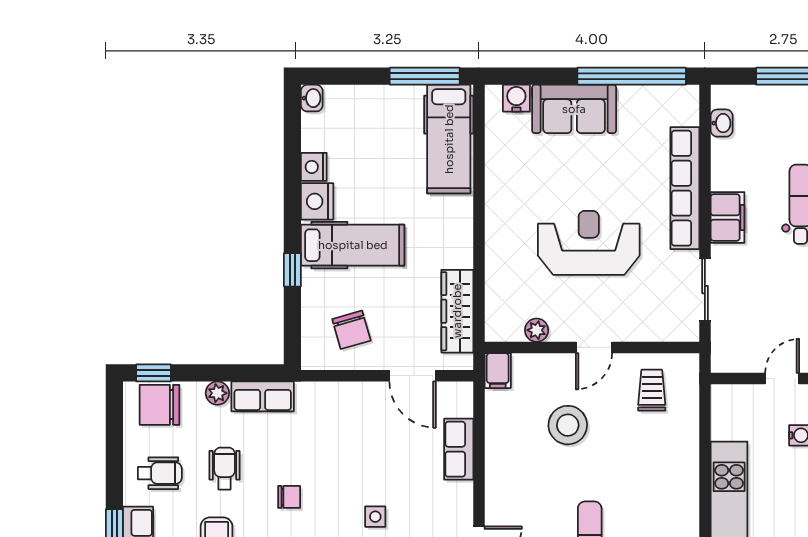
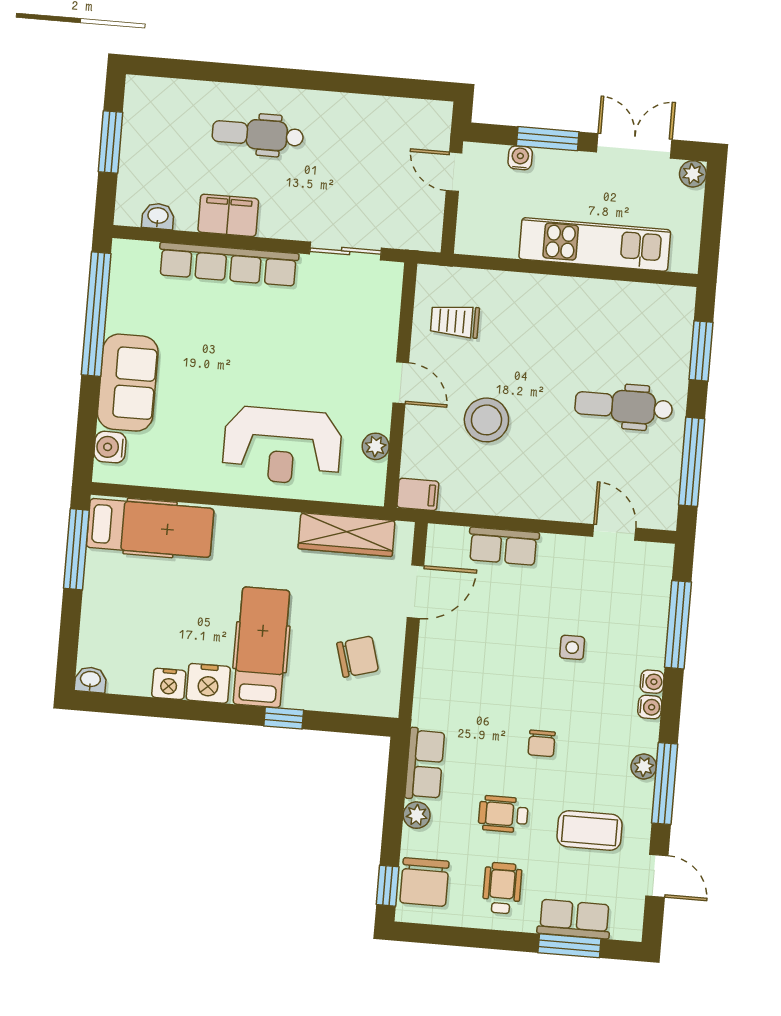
filing cabinet: (728, 217) -> (228, 215), moved
reception desk: (589, 243) -> (282, 446), moved, turned -90
chair: (289, 497) -> (542, 743), turned 180

